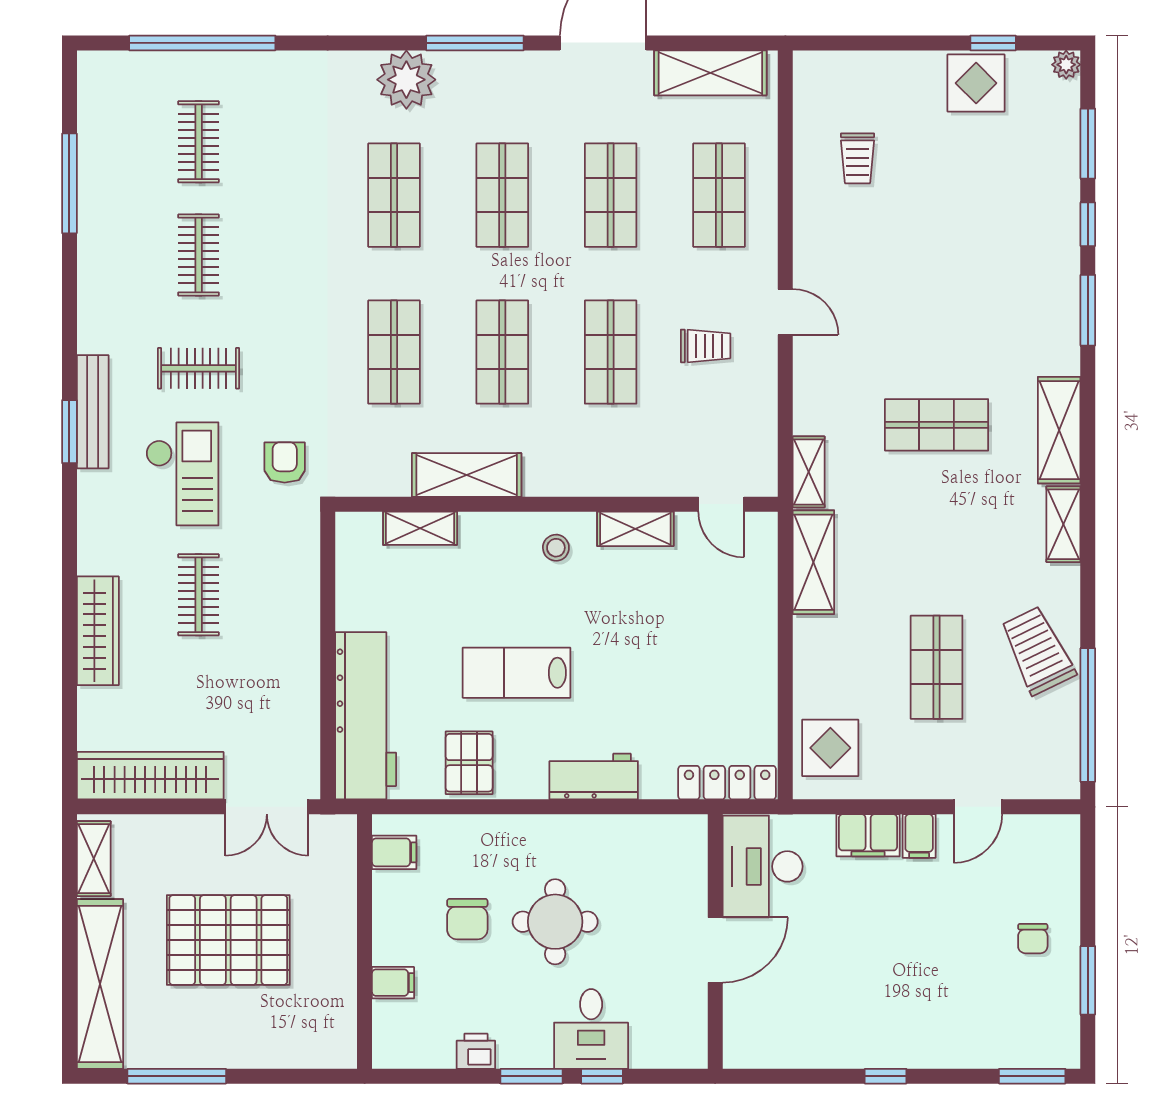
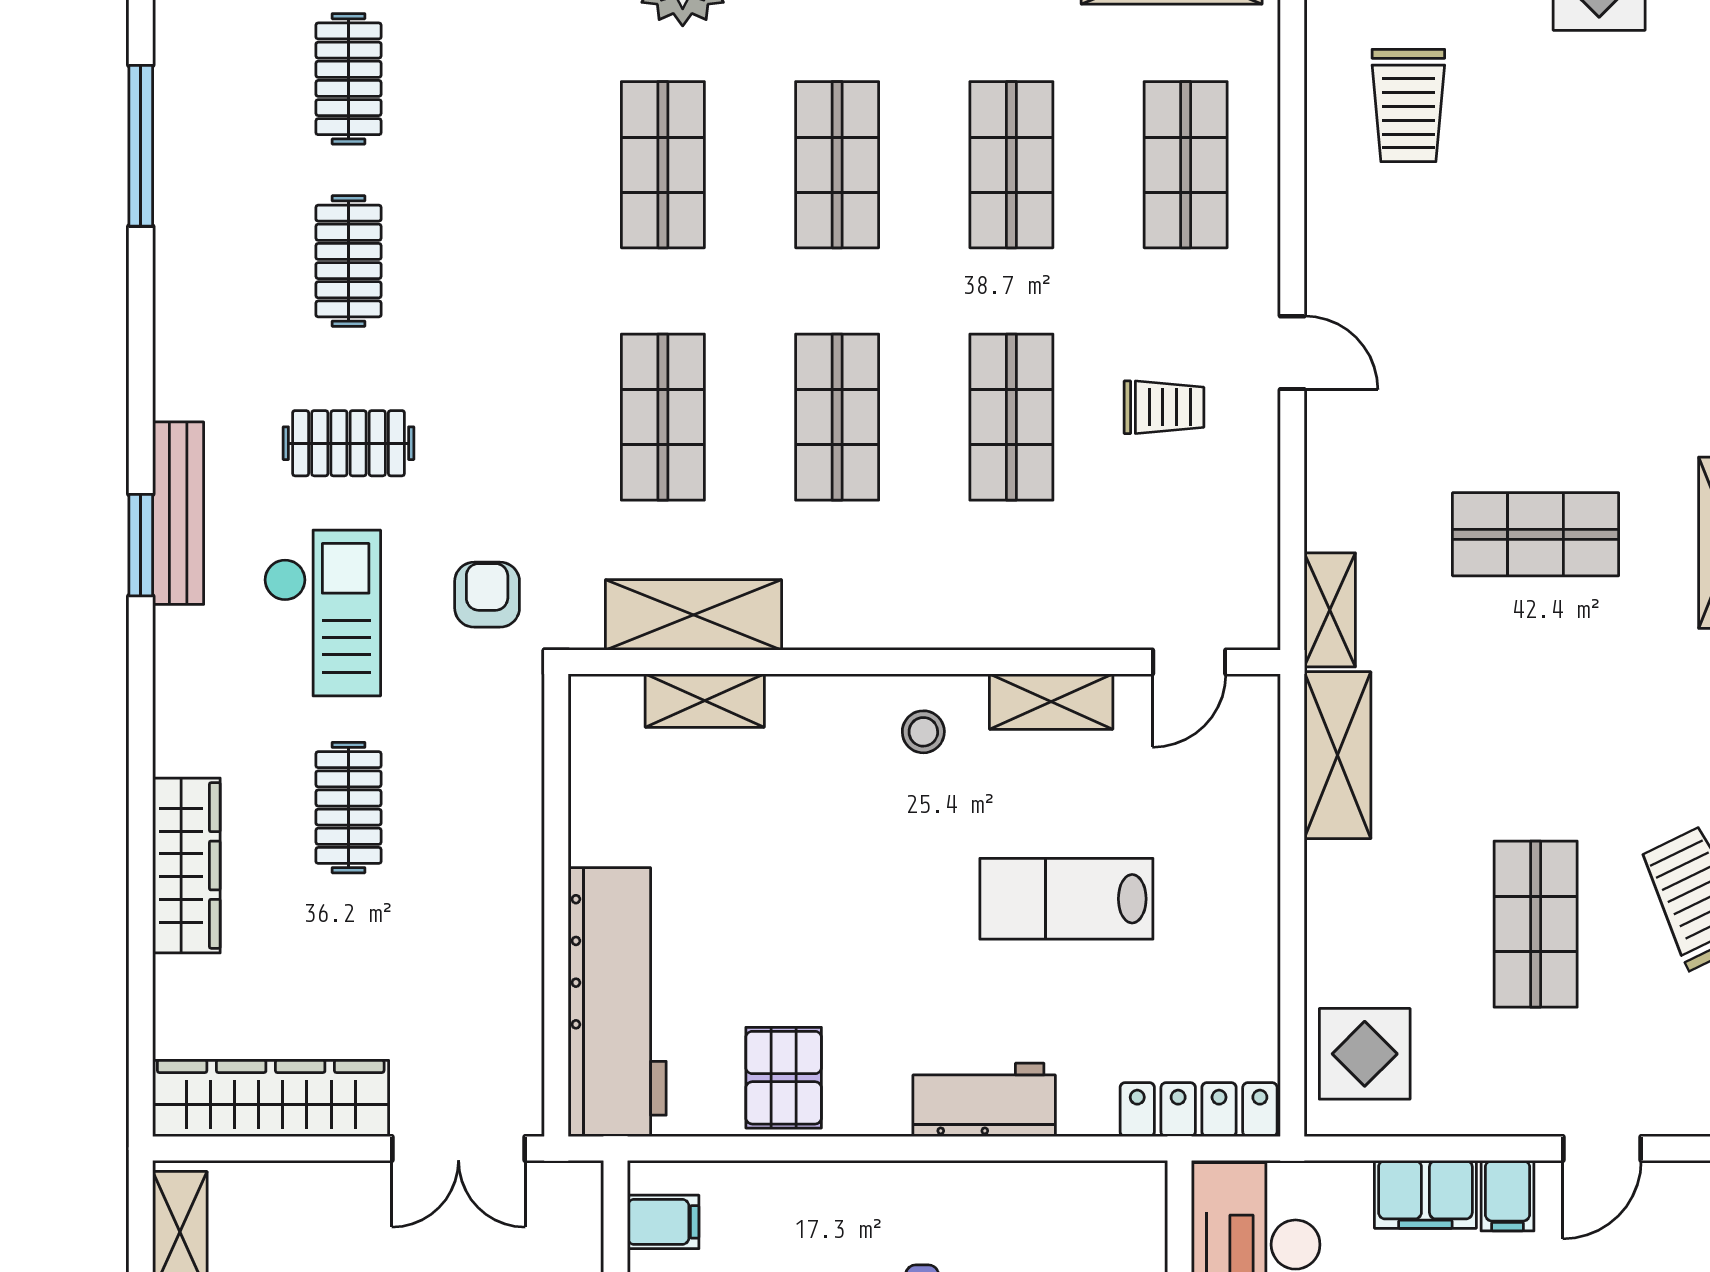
trolley: (857, 158) -> (1408, 106), width x1.36, depth x1.39
shelving: (467, 475) -> (694, 615), moved
door: (721, 504) -> (1189, 662), hinge flipped
lab bench: (516, 673) -> (1066, 899), moved

